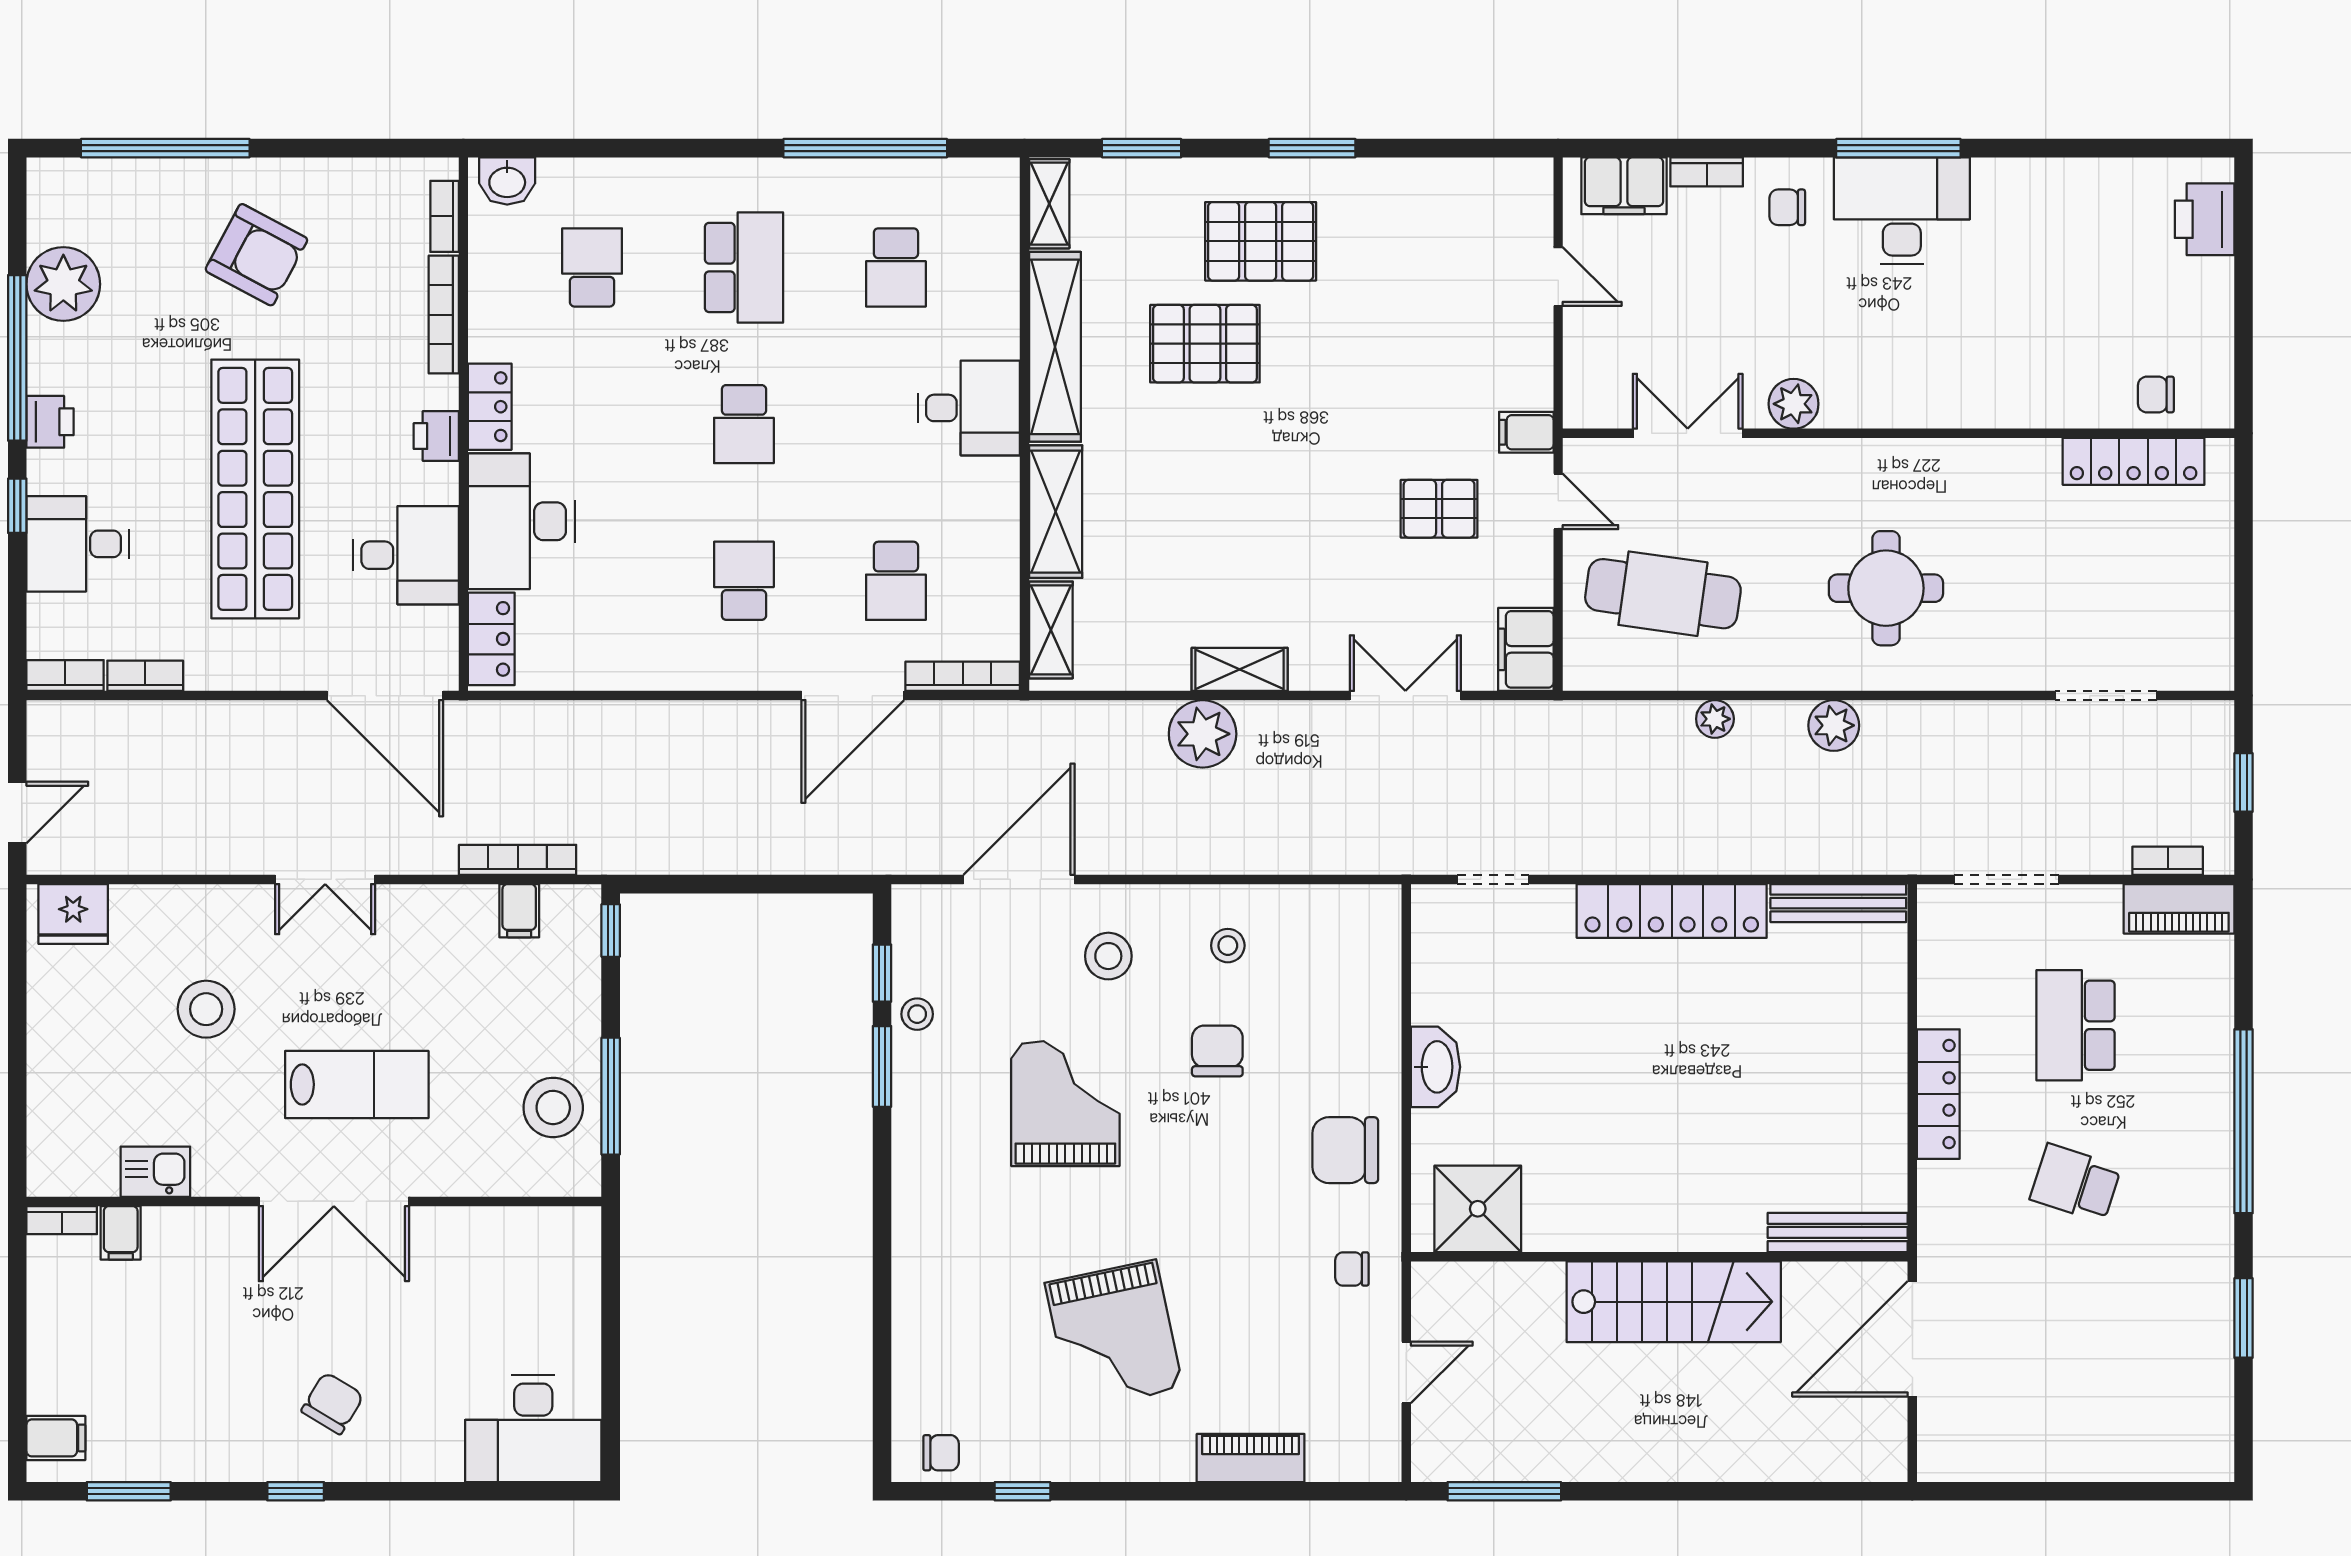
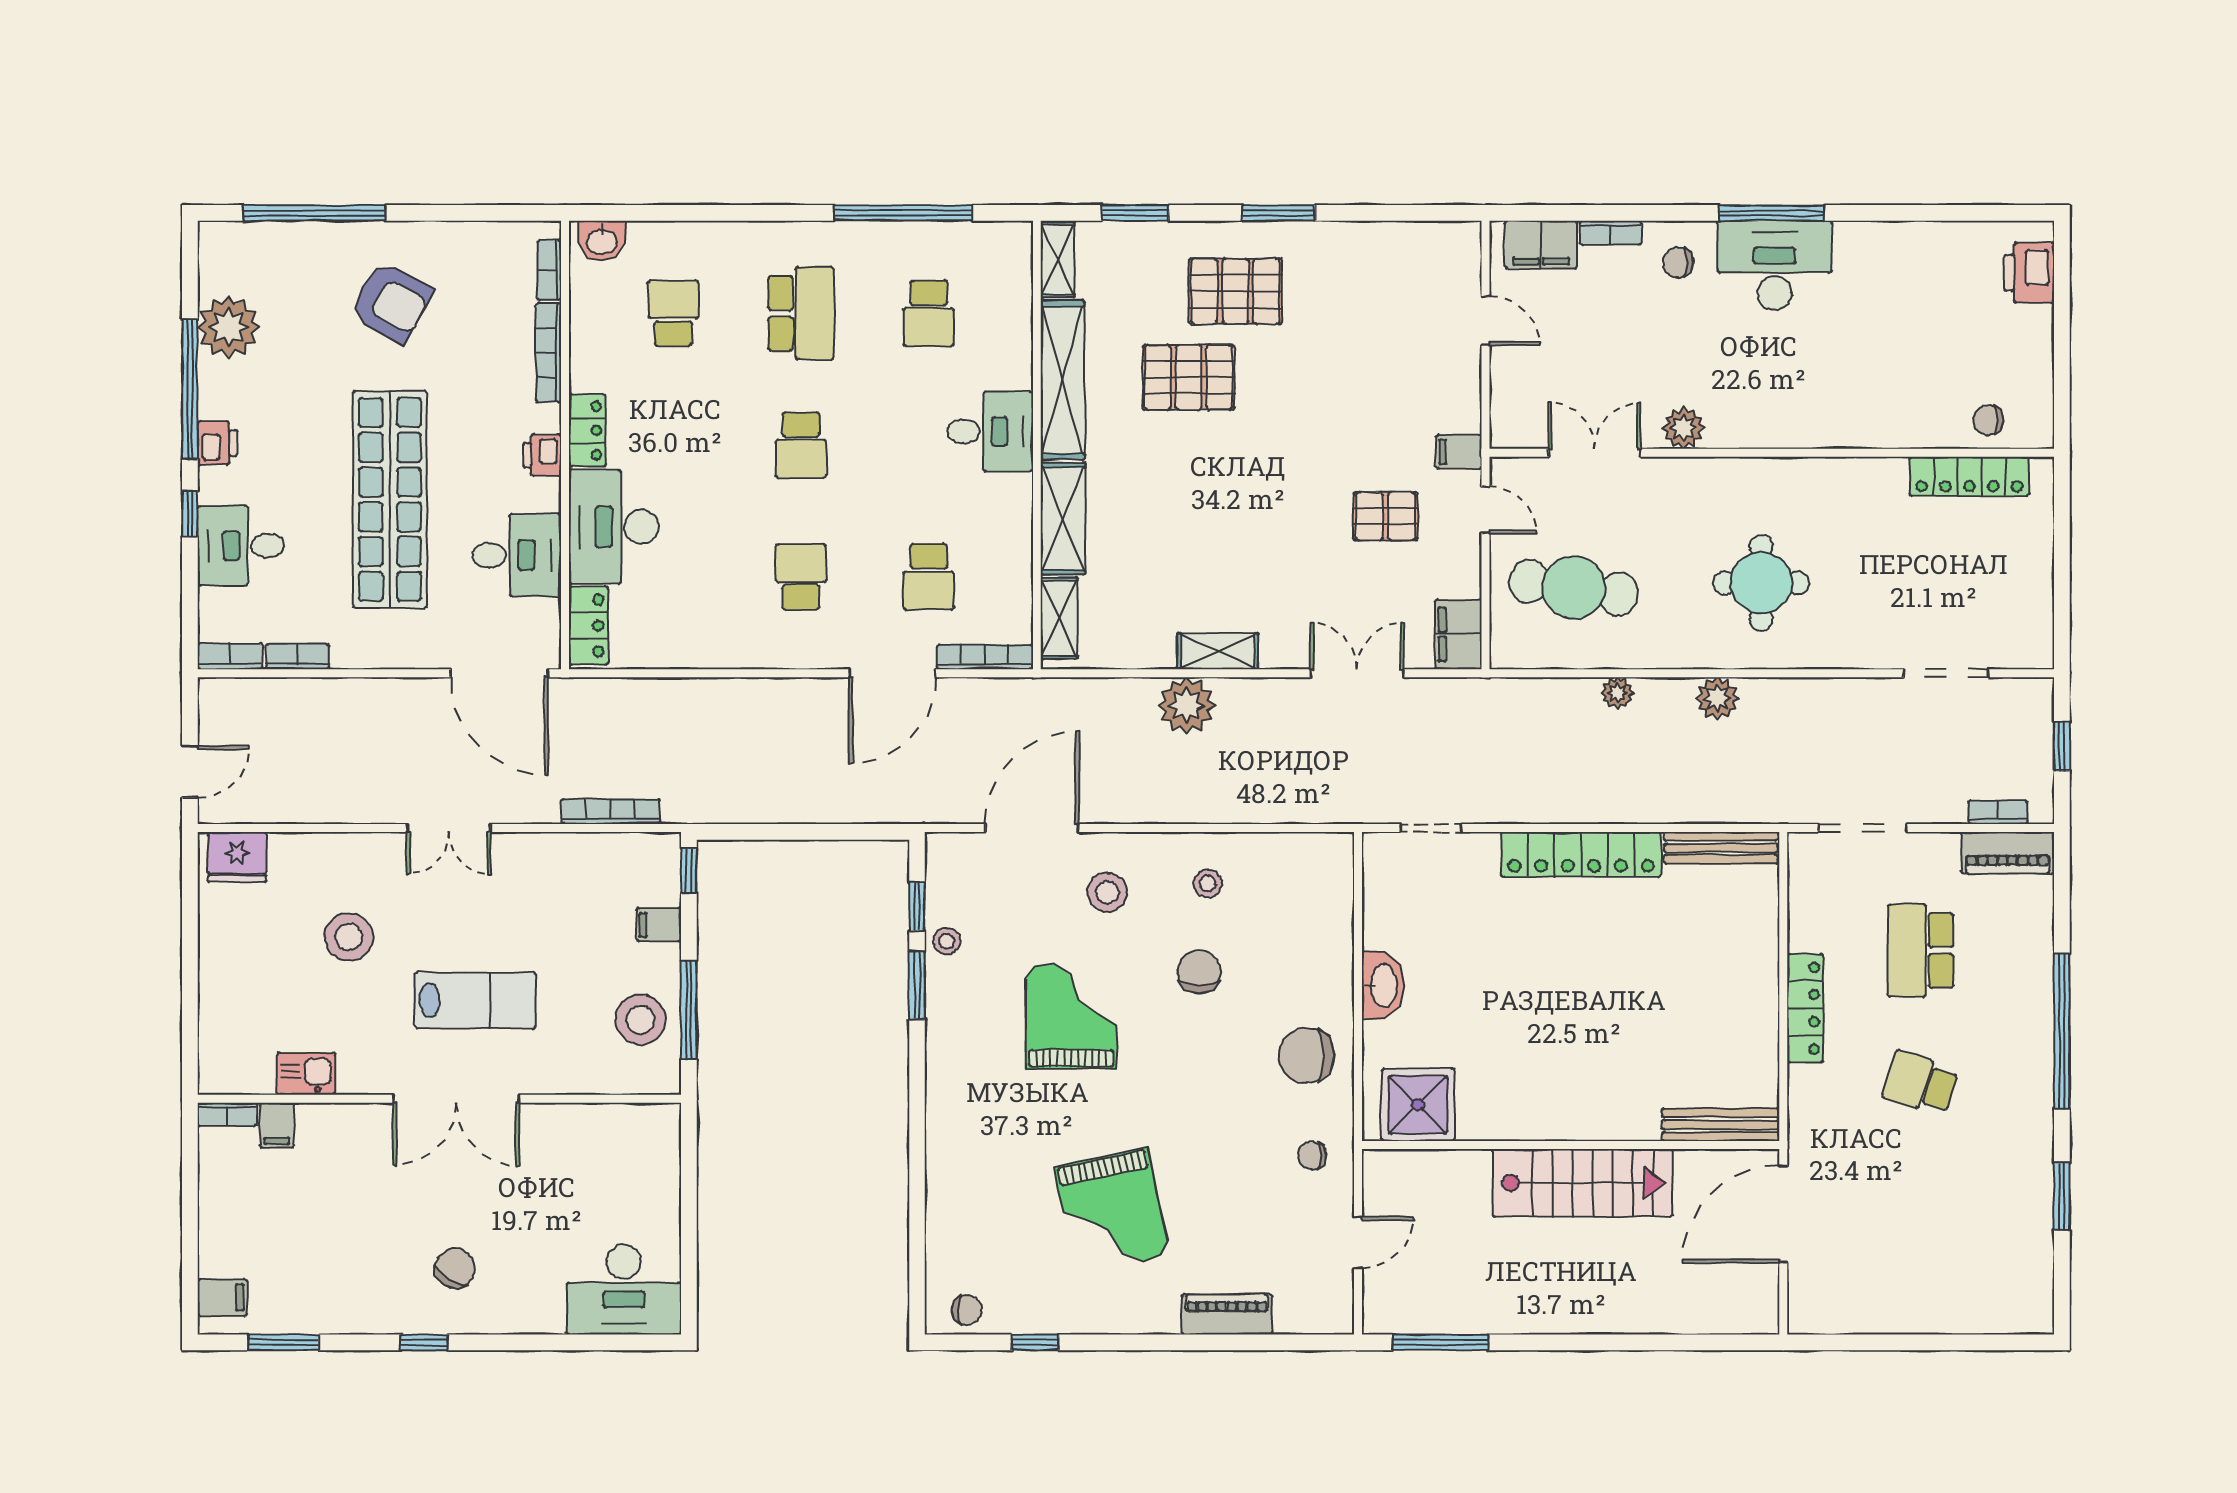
filing cabinet: (519, 911) -> (659, 925), moved, turned 90

